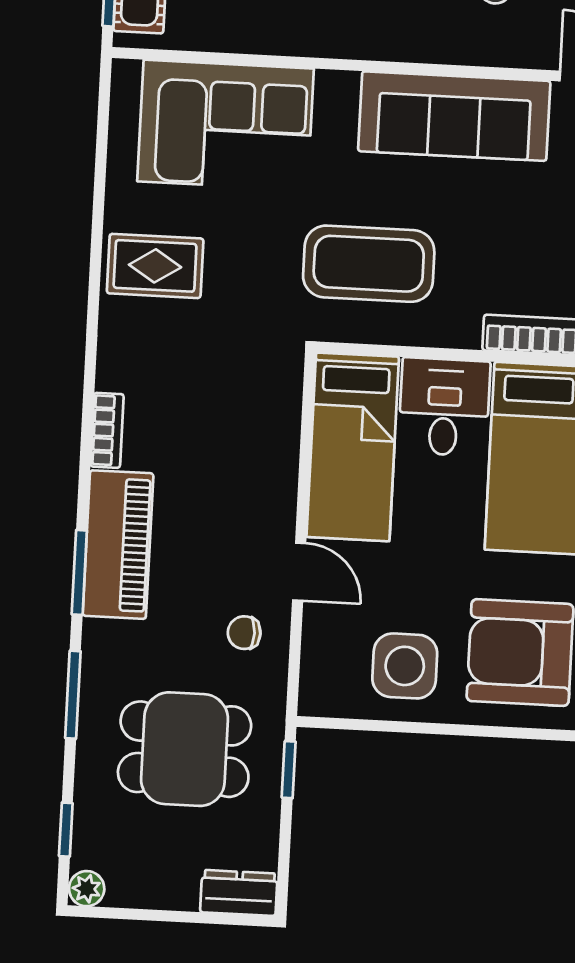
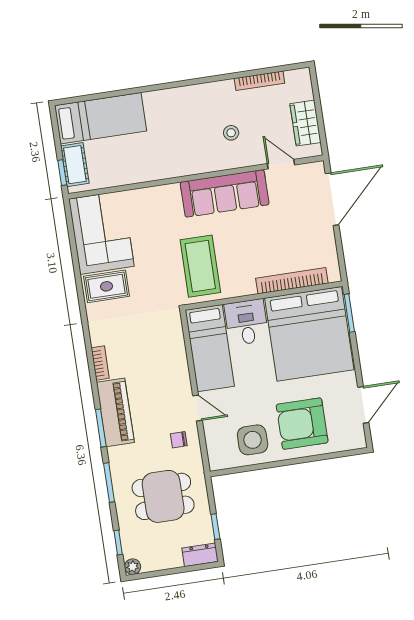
corner sofa: (226, 125) -> (101, 233), moved, turned -90
coffee table: (369, 264) -> (200, 266), turned 90
window: (289, 770) -> (215, 527), moved

